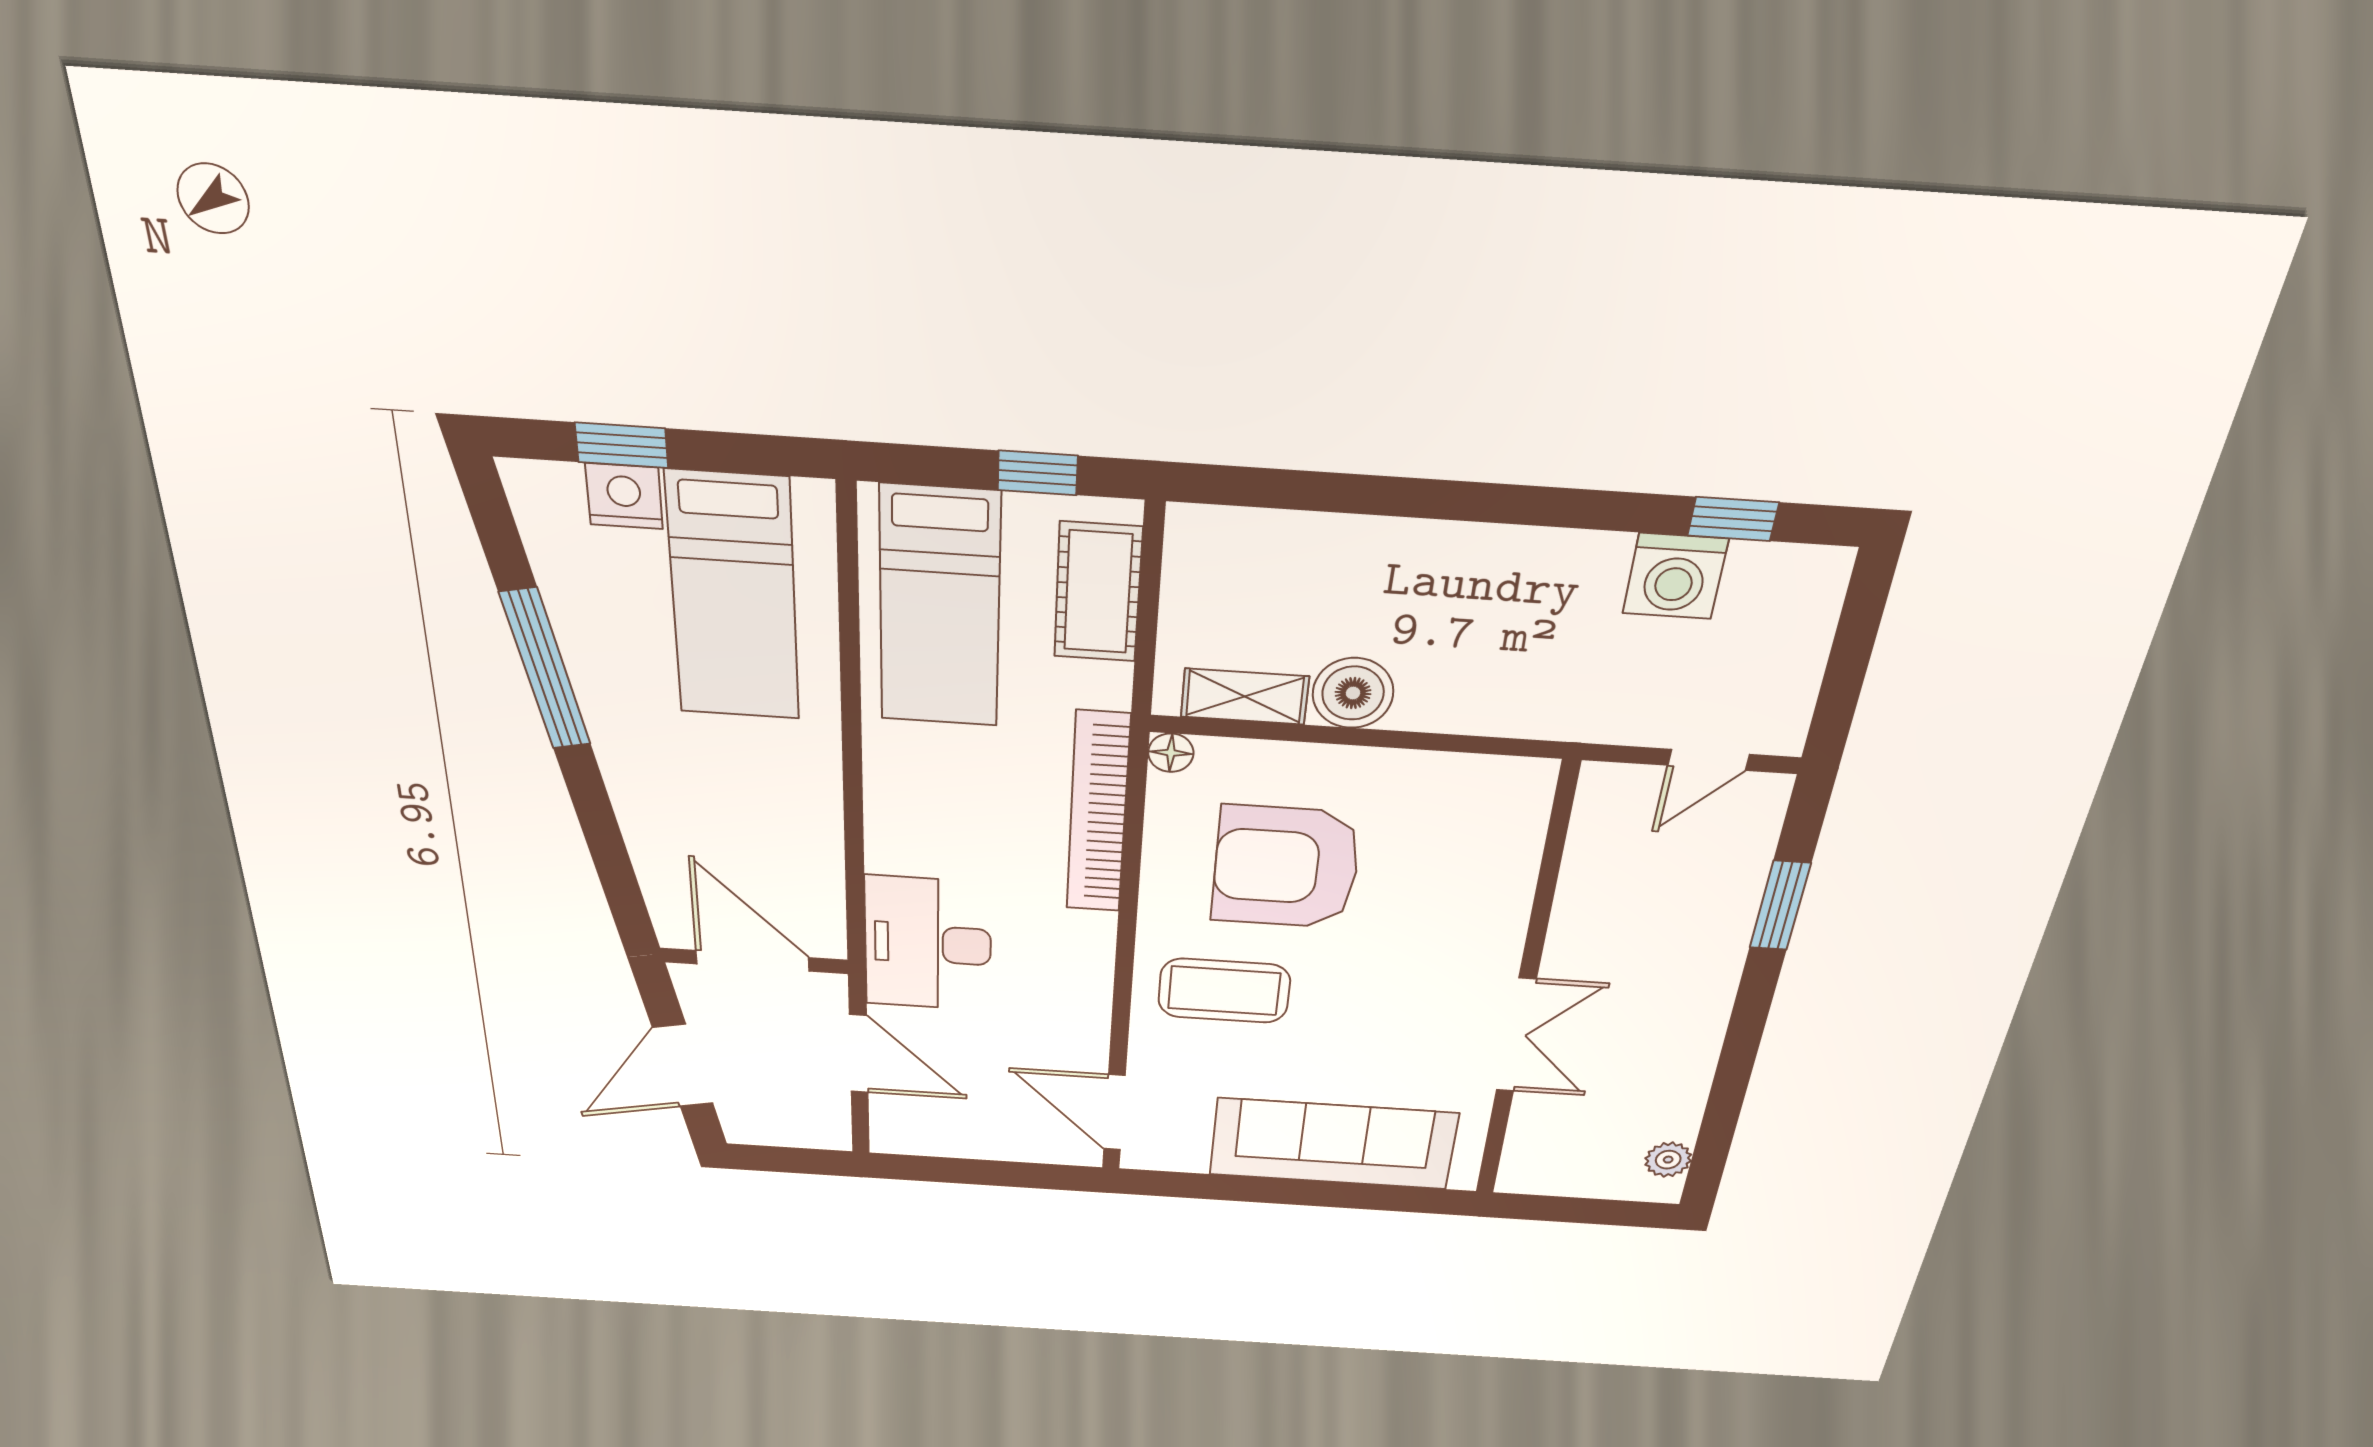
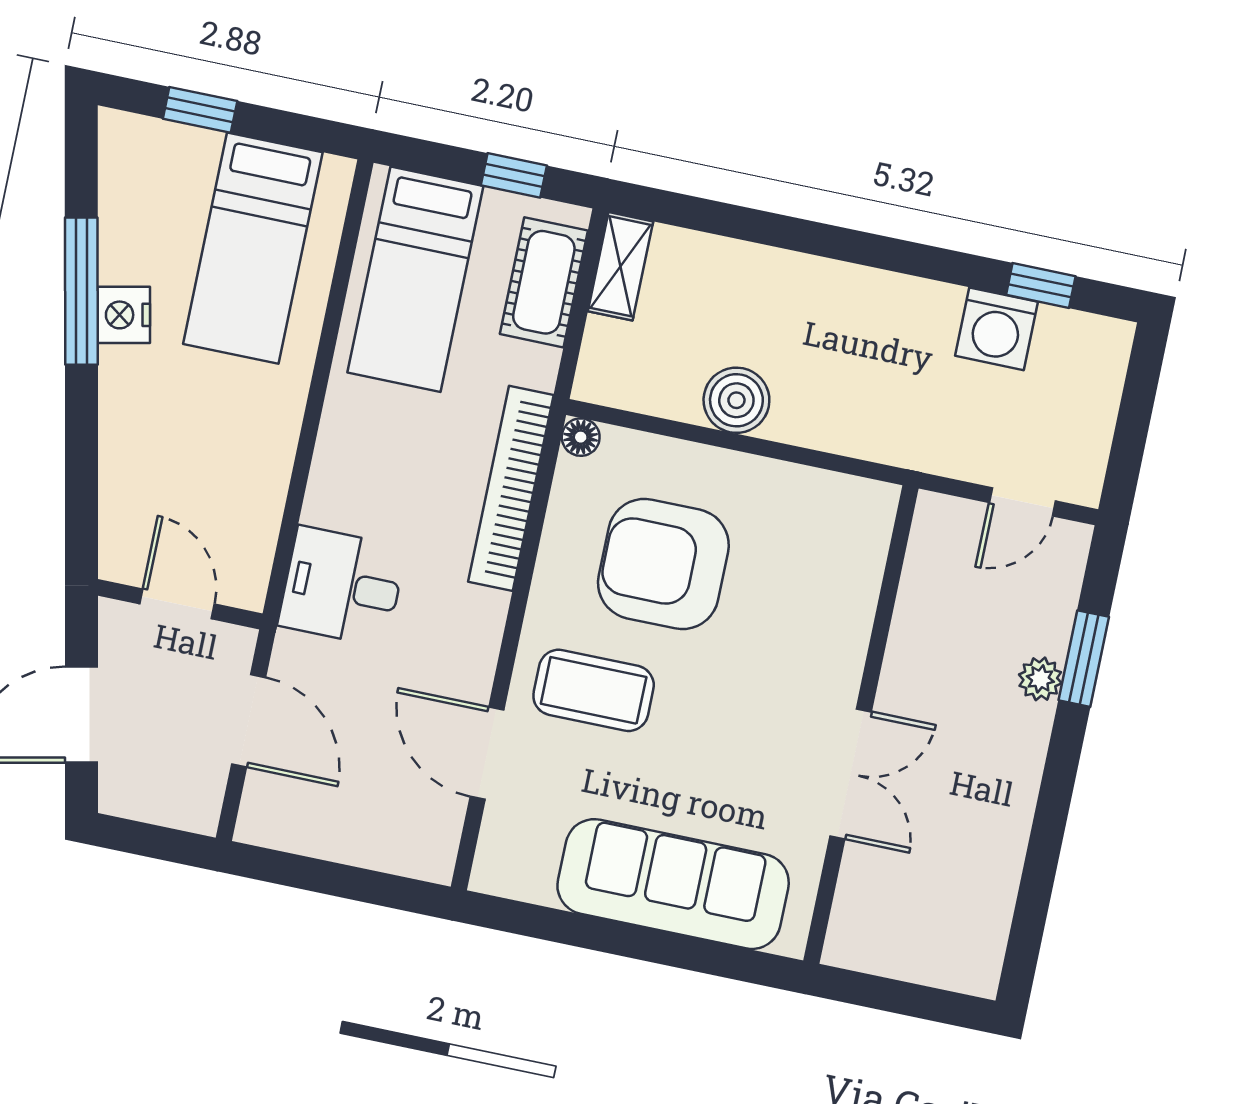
nightstand: (624, 496) -> (124, 315), moved, turned -102
shelving: (1245, 697) -> (620, 266), moved, turned 90
desk: (928, 944) -> (342, 586), width x0.73
door: (753, 961) -> (177, 604), width x0.73
door: (1114, 1113) -> (487, 753), moved
plant: (1668, 1160) -> (1040, 679), moved

